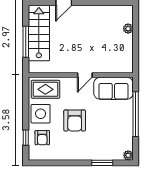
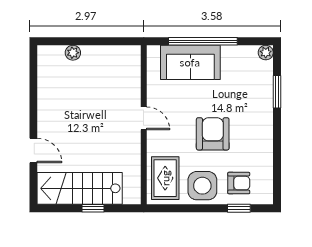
window: (26, 42) -> (93, 208), width x0.46
sofa: (113, 88) -> (190, 62), moved, turned 90
armchair: (75, 121) -> (213, 134), turned -90

